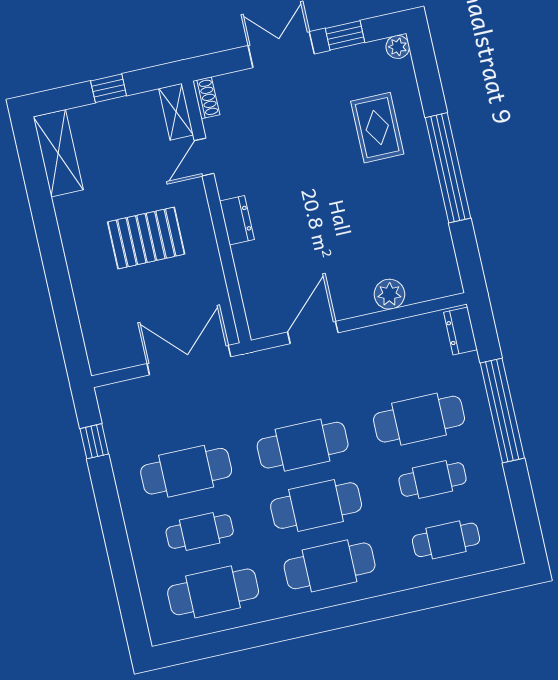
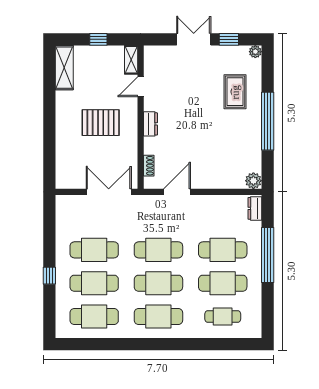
shoe rack: (206, 98) -> (149, 166), moved
plant: (389, 294) -> (253, 181), moved
window: (94, 441) -> (49, 276), moved
cafe table: (433, 479) -> (223, 283), width x1.37, depth x1.35
cafe table: (200, 532) -> (94, 283), width x1.37, depth x1.35

